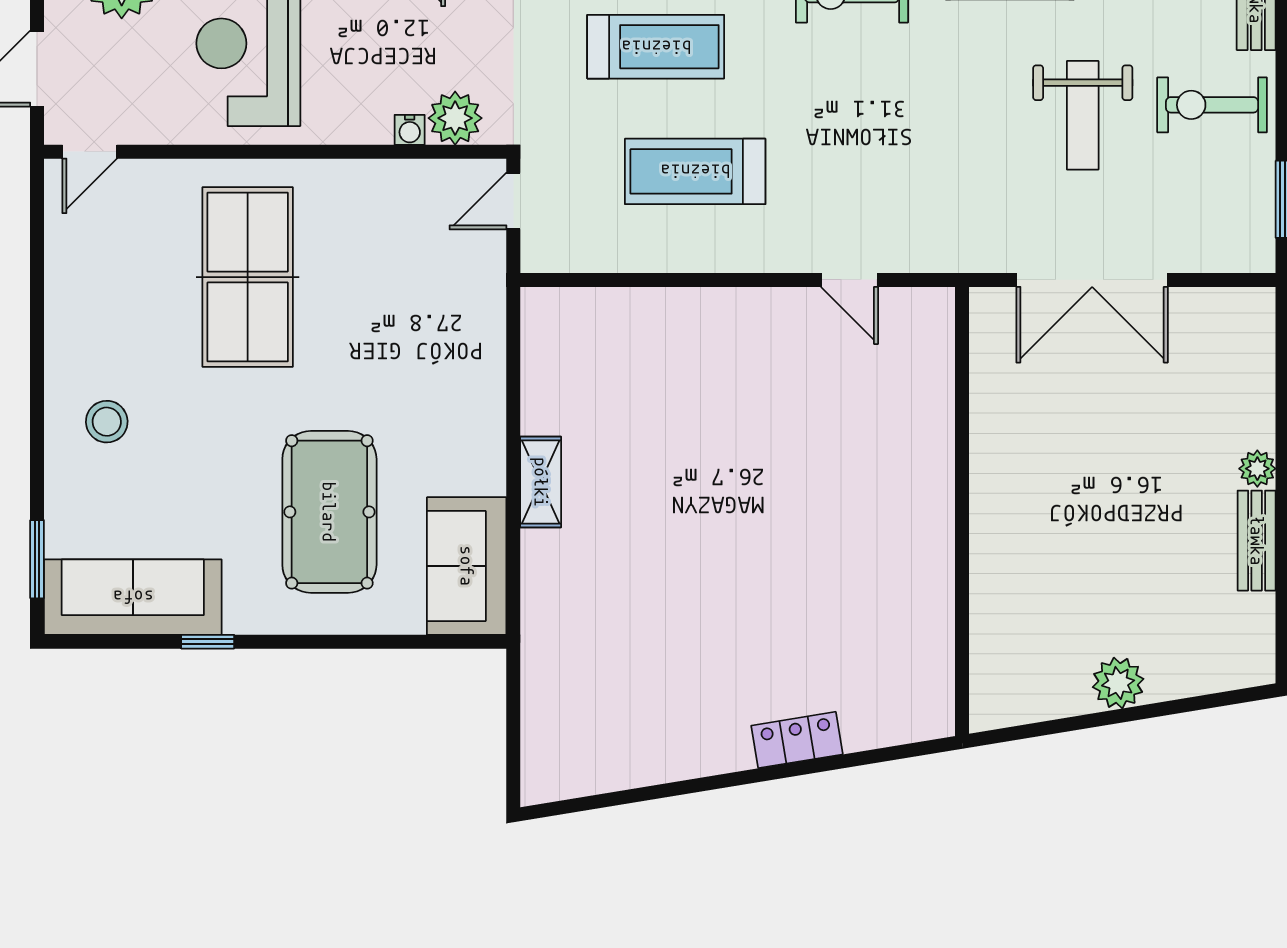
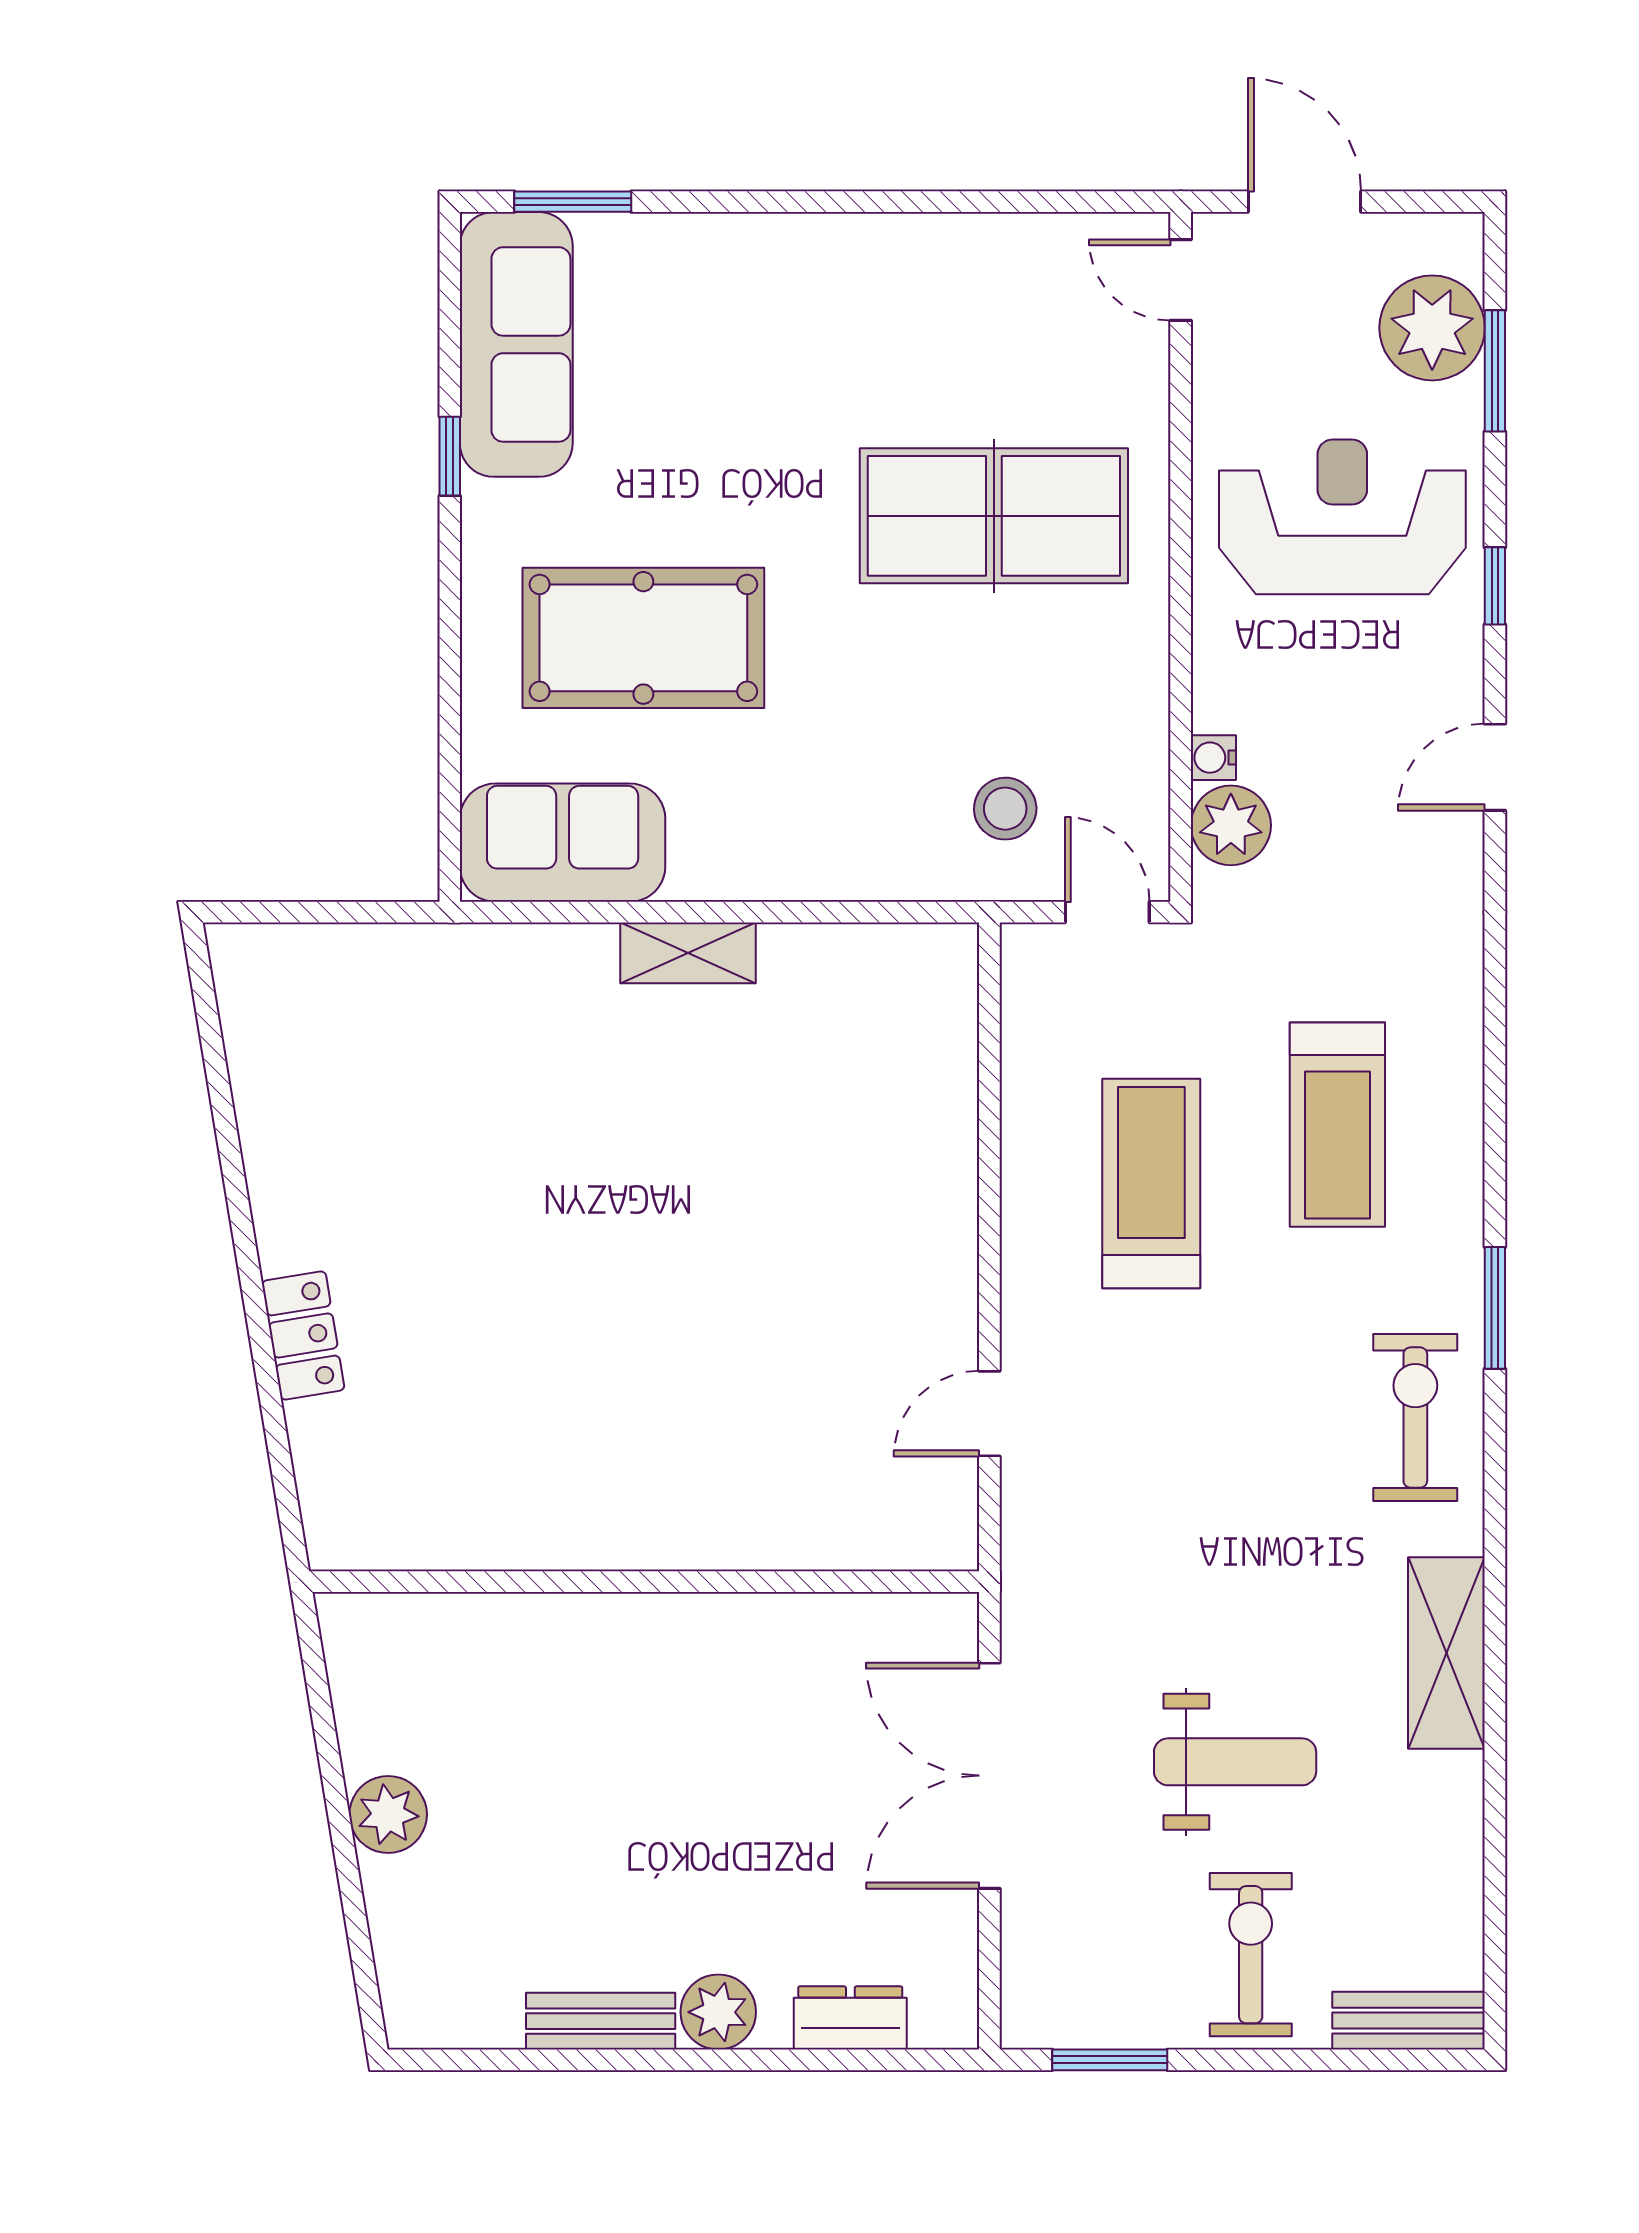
weight bench: (1083, 115) -> (1235, 1762), turned 180
dresser: (1254, 373) -> (850, 2018), added
stool: (107, 422) -> (1005, 809), moved
plant: (1257, 469) -> (718, 2012), width x1.38, depth x1.38

